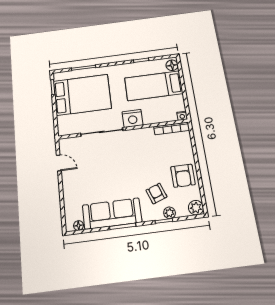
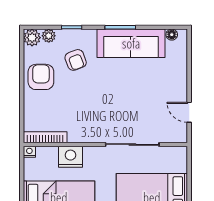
nightstand: (133, 118) -> (70, 157), moved
plant: (170, 213) -> (49, 36), moved

